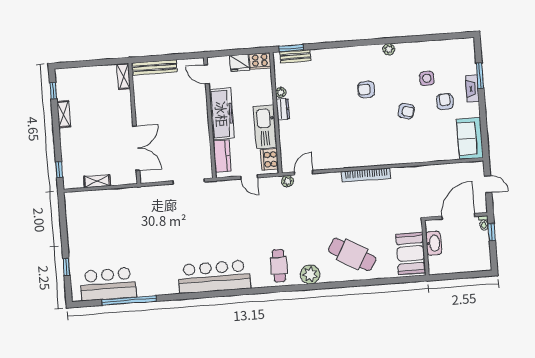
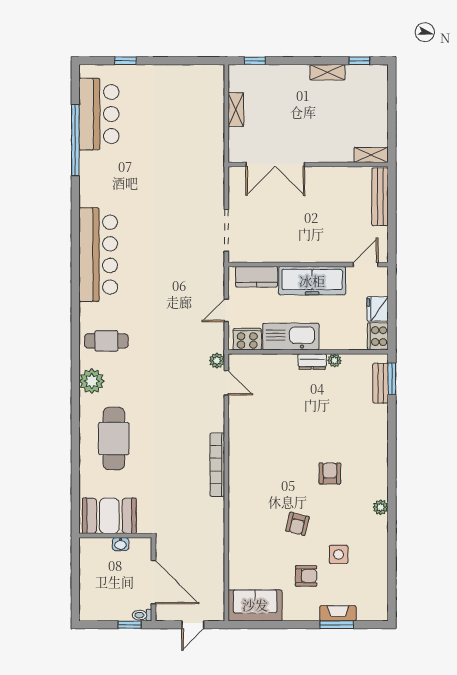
fireplace: (472, 89) -> (338, 613), moved
washbasin: (434, 243) -> (121, 544), width x0.52, depth x0.69
cafe table: (352, 254) -> (114, 439), turned -30

